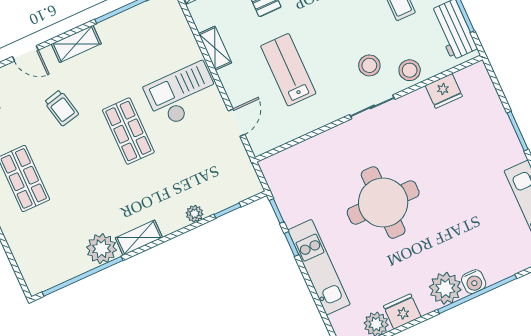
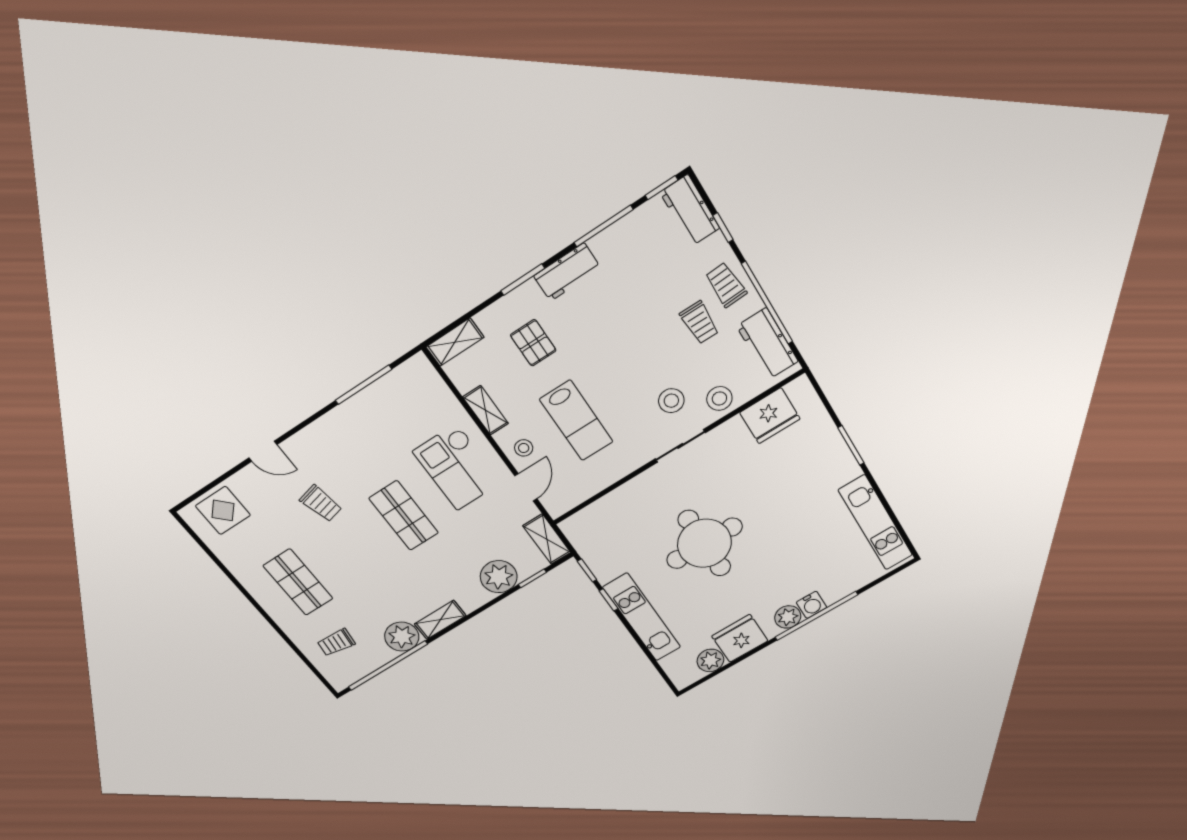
shelving: (76, 44) -> (547, 539), moved, turned 90
lab bench: (288, 70) -> (576, 421), turned 180
stool: (241, 87) -> (524, 448), added
fridge: (444, 91) -> (770, 416), width x1.36, depth x1.34
checkout: (182, 94) -> (457, 467), turned -90
plant: (195, 214) -> (499, 577), width x1.87, depth x1.87
trolley: (42, 244) -> (336, 642), added
plant: (445, 288) -> (788, 617), width x0.73, depth x0.73
fridge: (402, 311) -> (740, 638), width x1.36, depth x1.34

